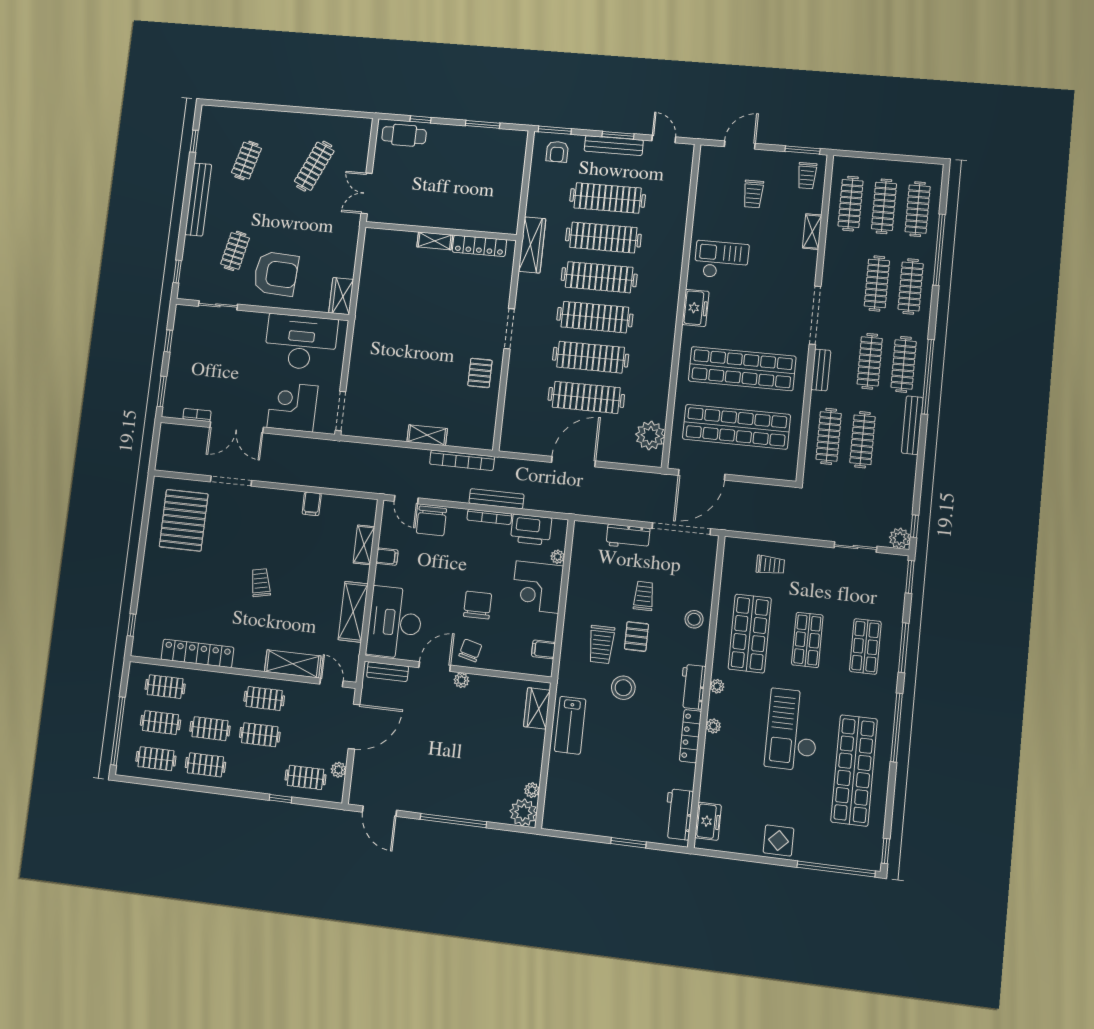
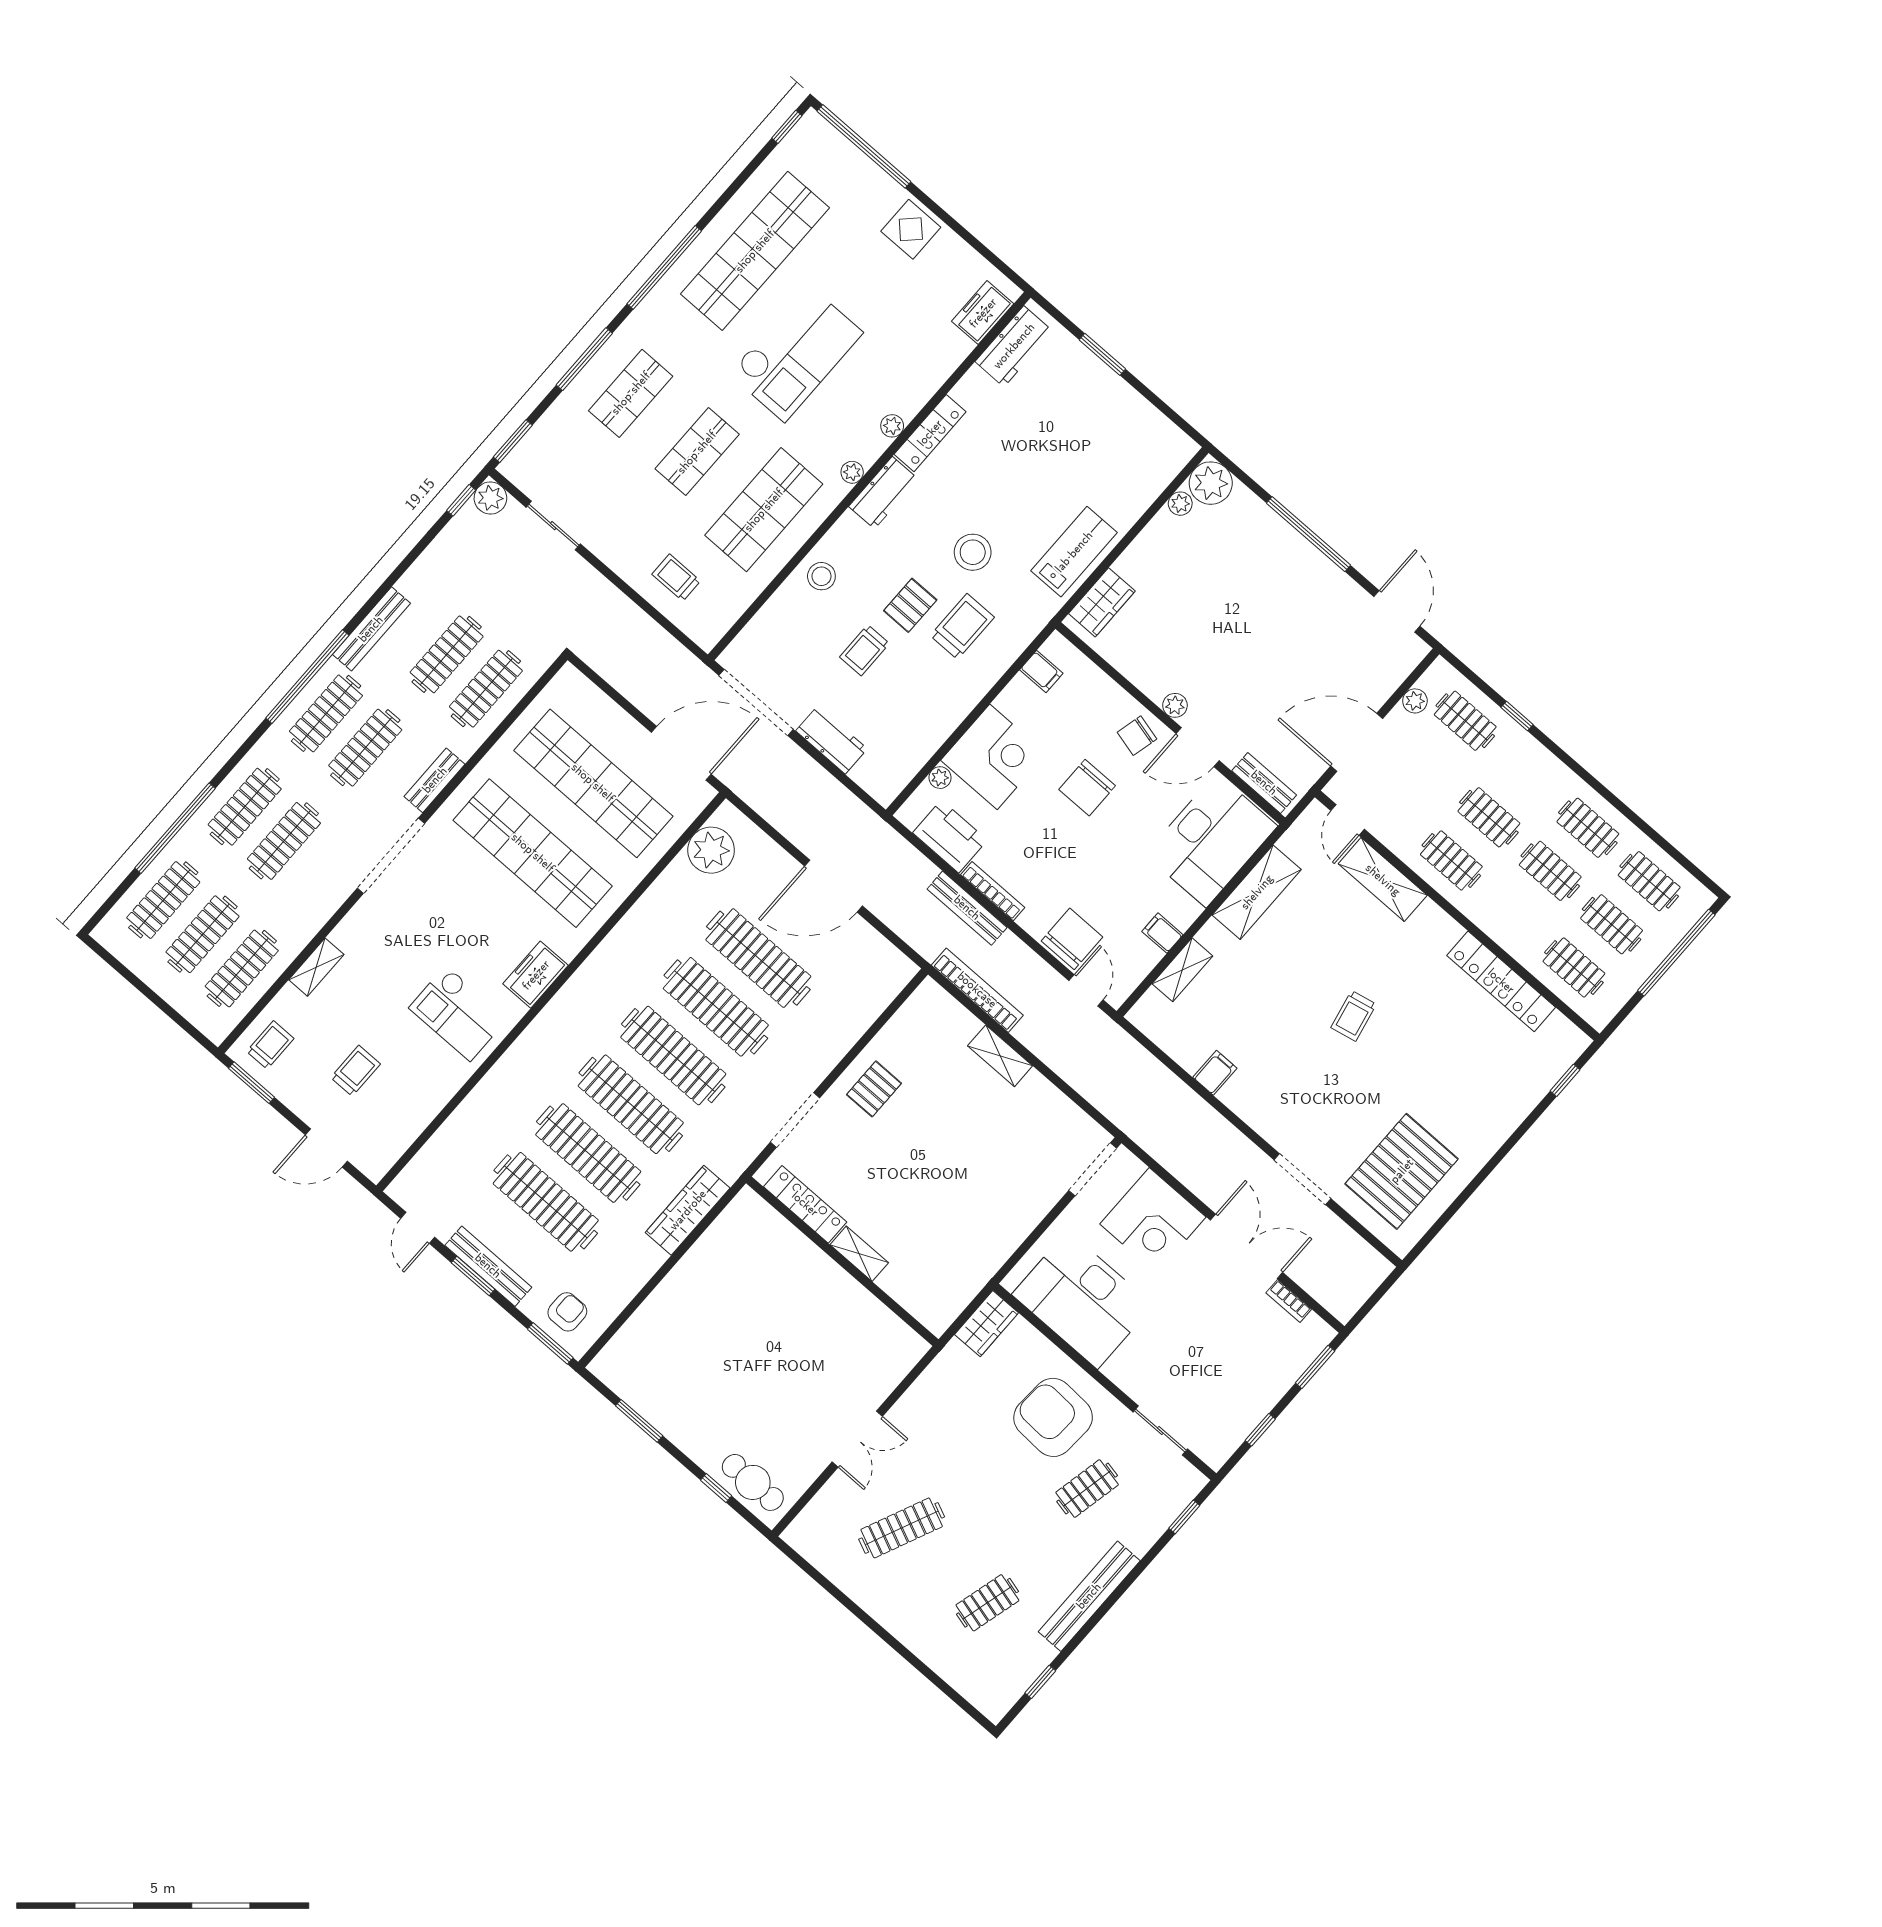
wall: (441, 231) -> (842, 1261), moved
shelving: (435, 241) -> (859, 1254), moved
locker: (479, 246) -> (805, 1204), moved

